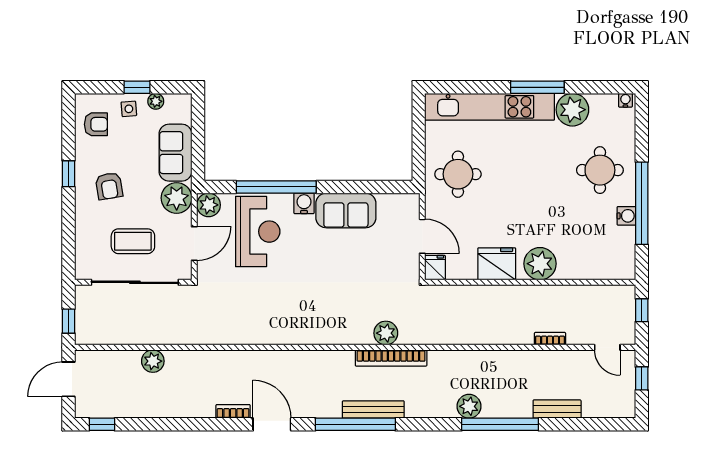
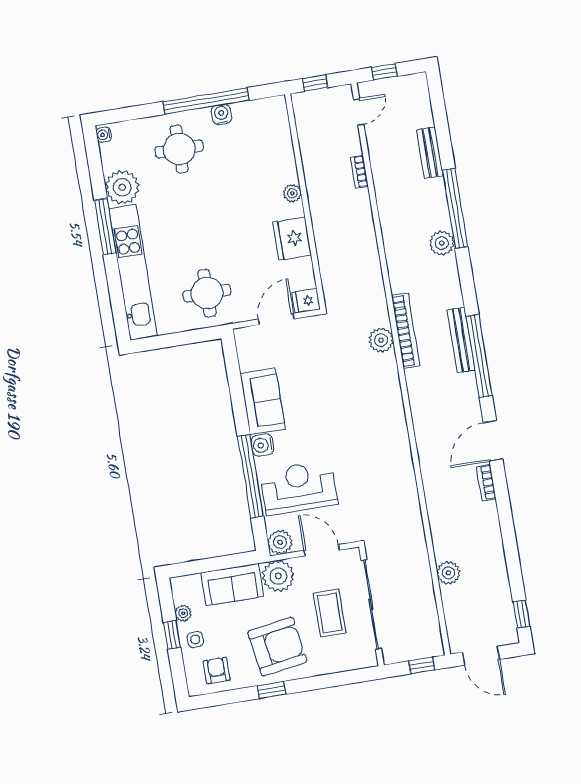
armchair: (109, 186) -> (277, 647), width x1.88, depth x1.88
plant: (540, 264) -> (292, 193), width x0.53, depth x0.53

